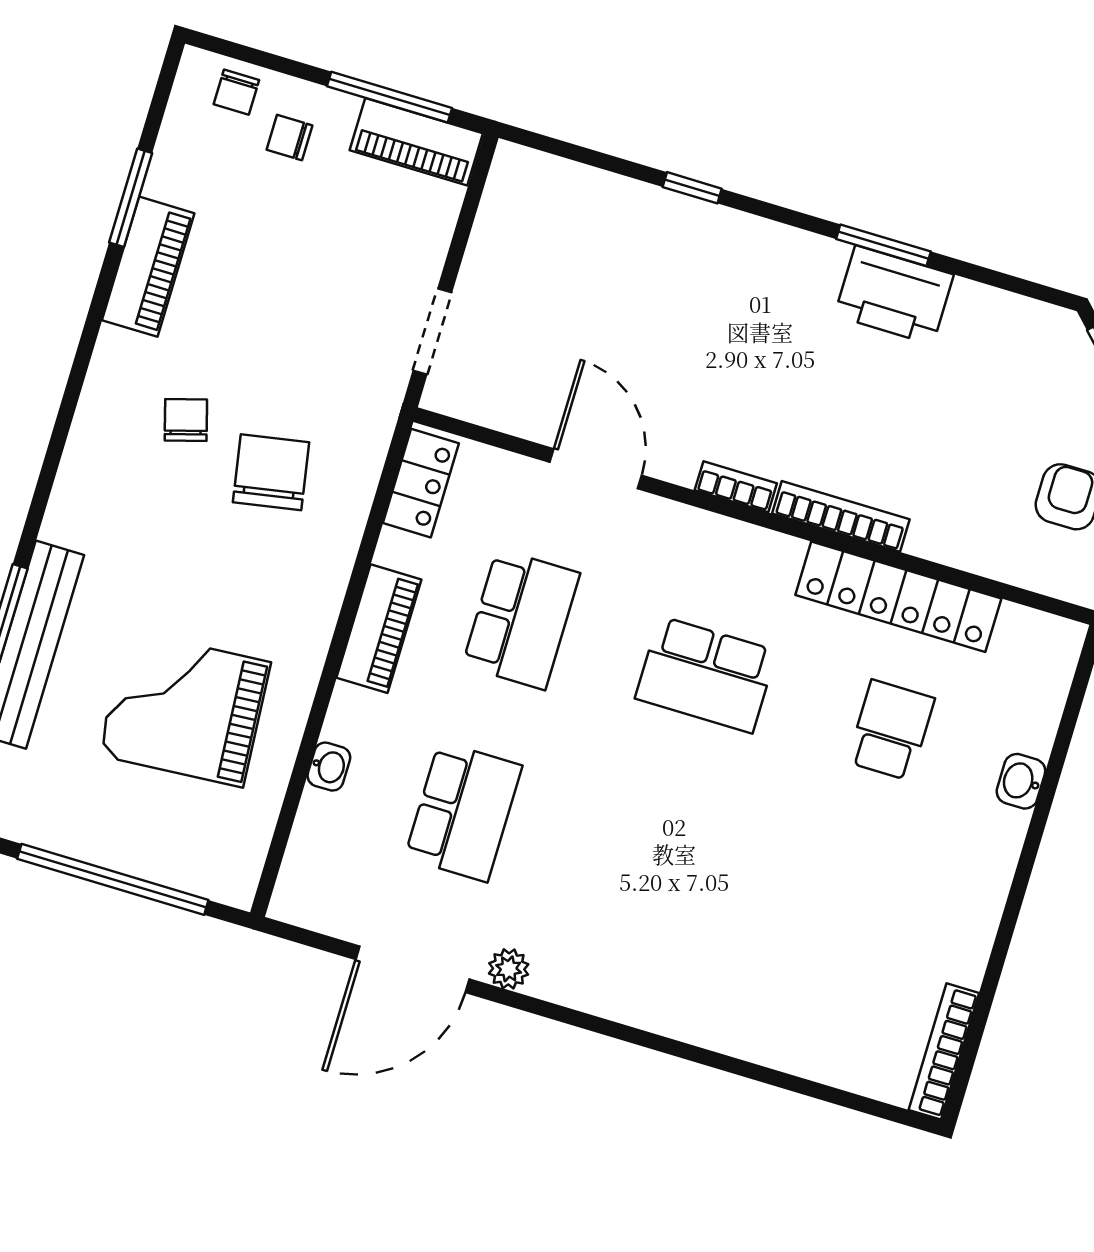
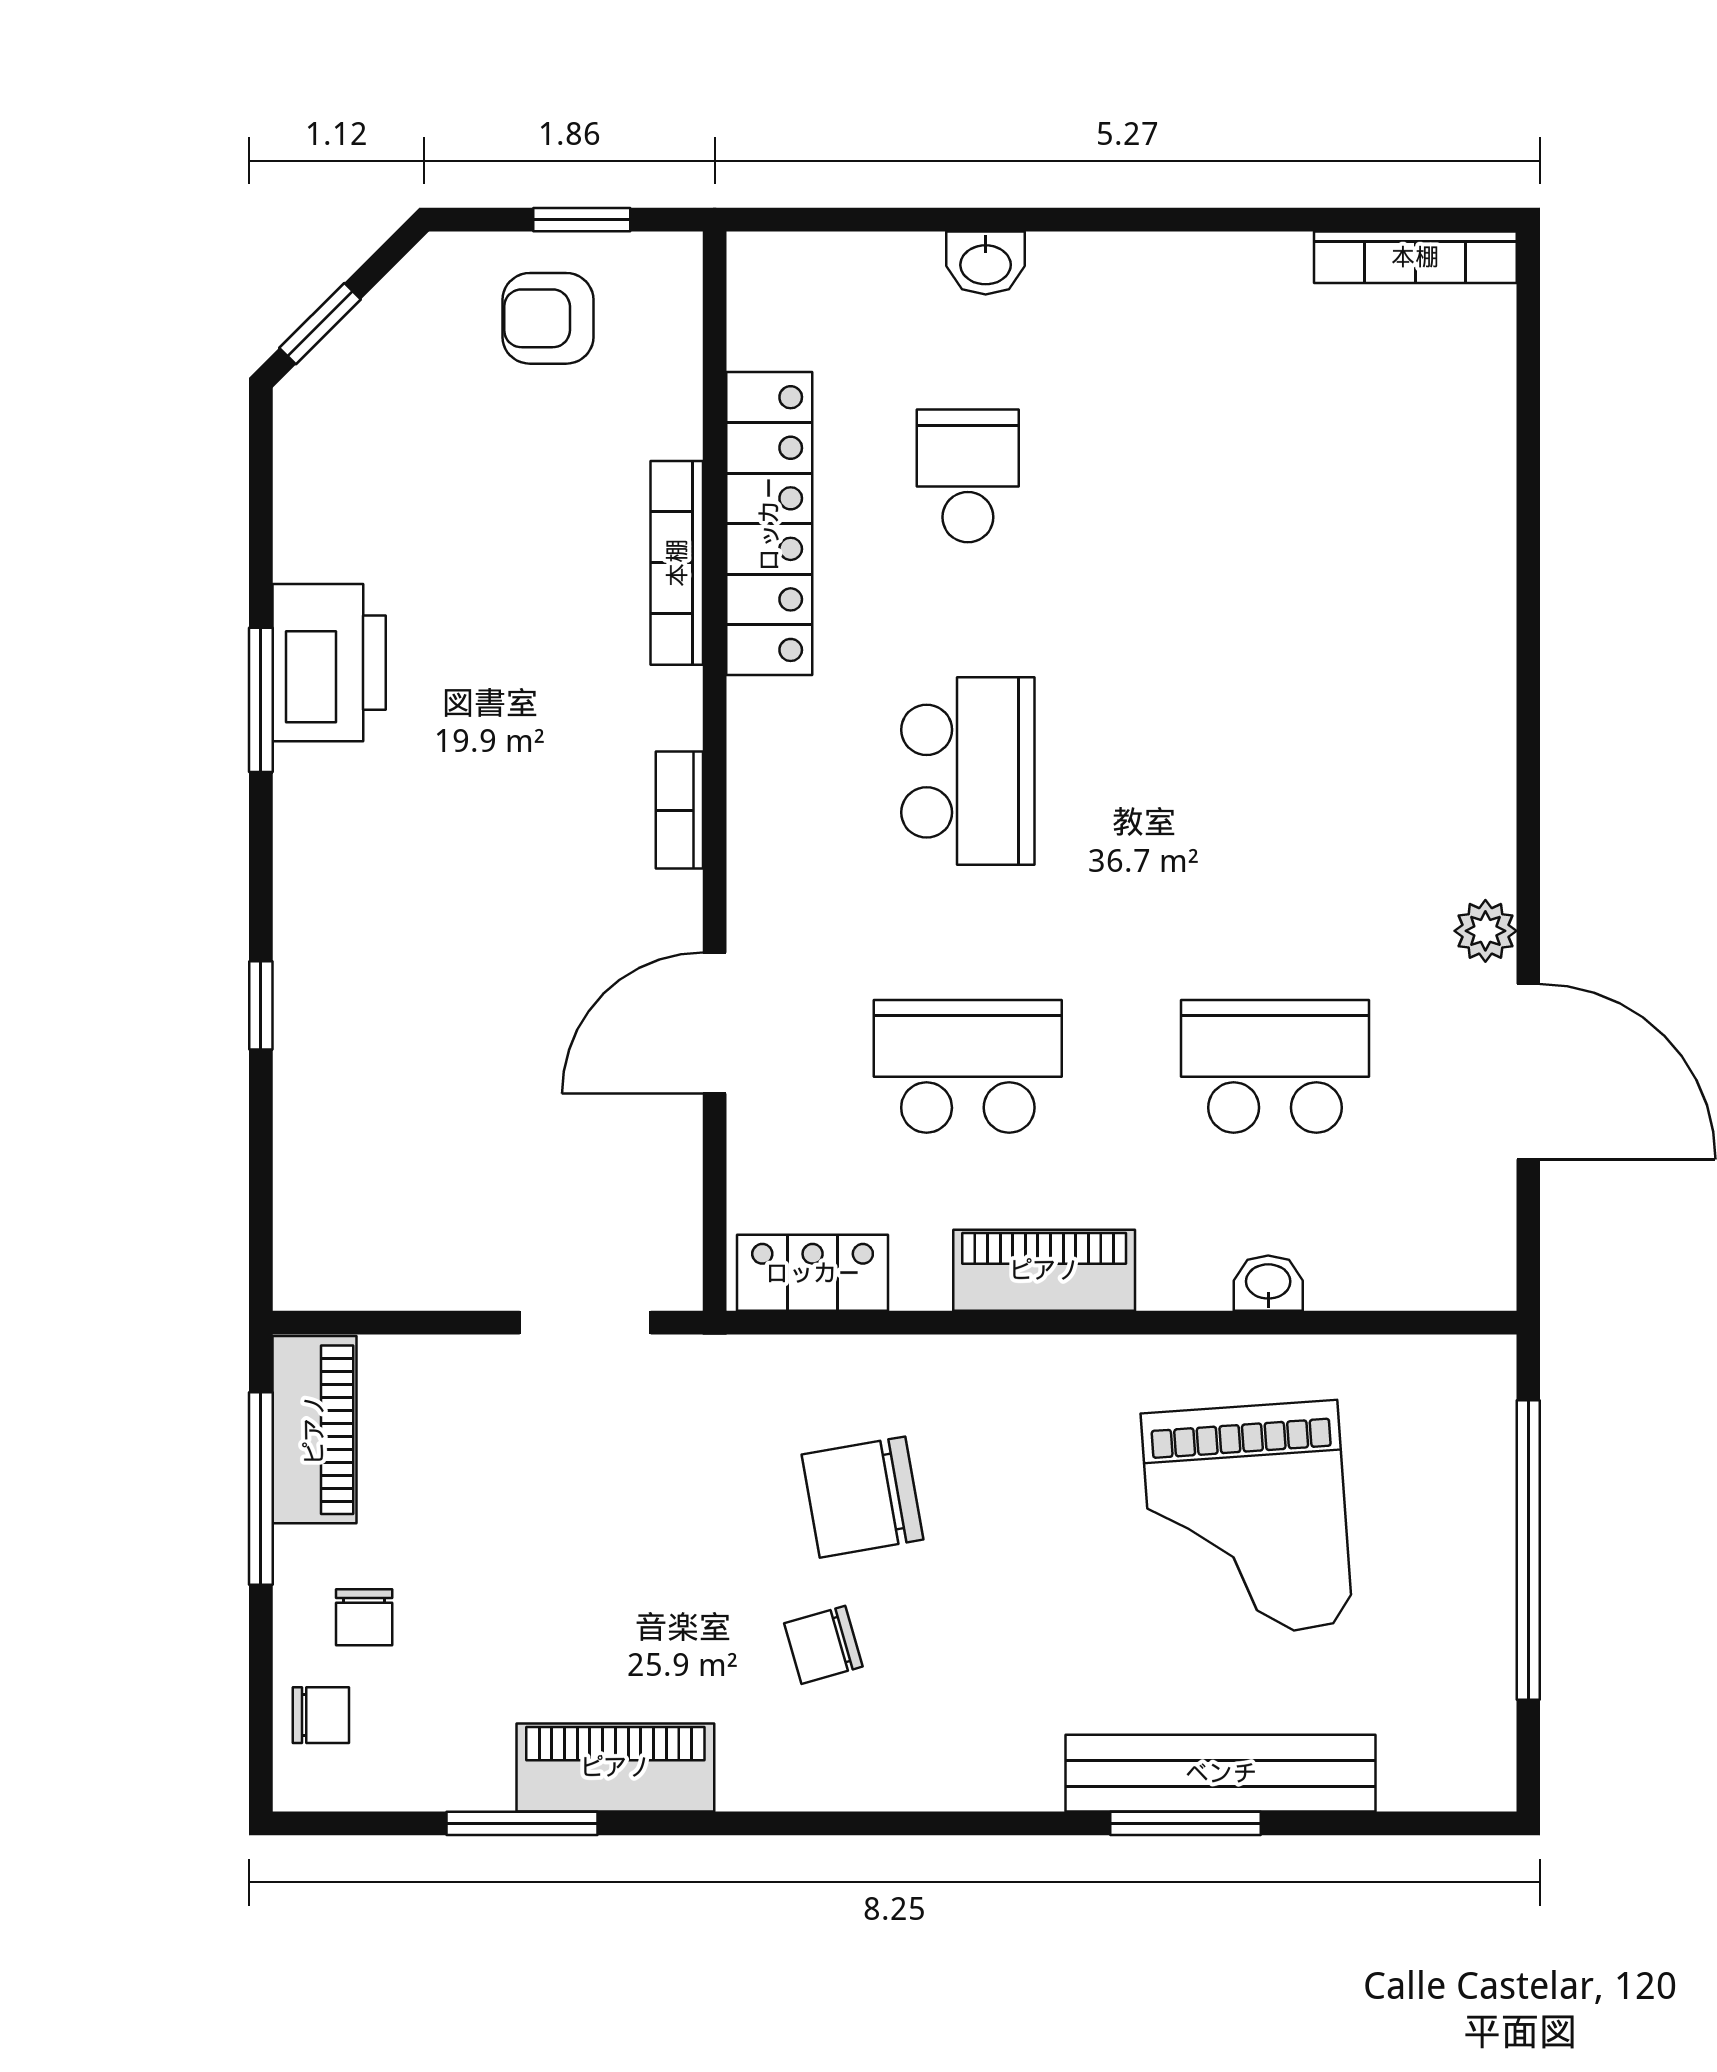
bookcase: (841, 516) -> (677, 563), moved
school desk: (891, 730) -> (968, 476), turned 90

